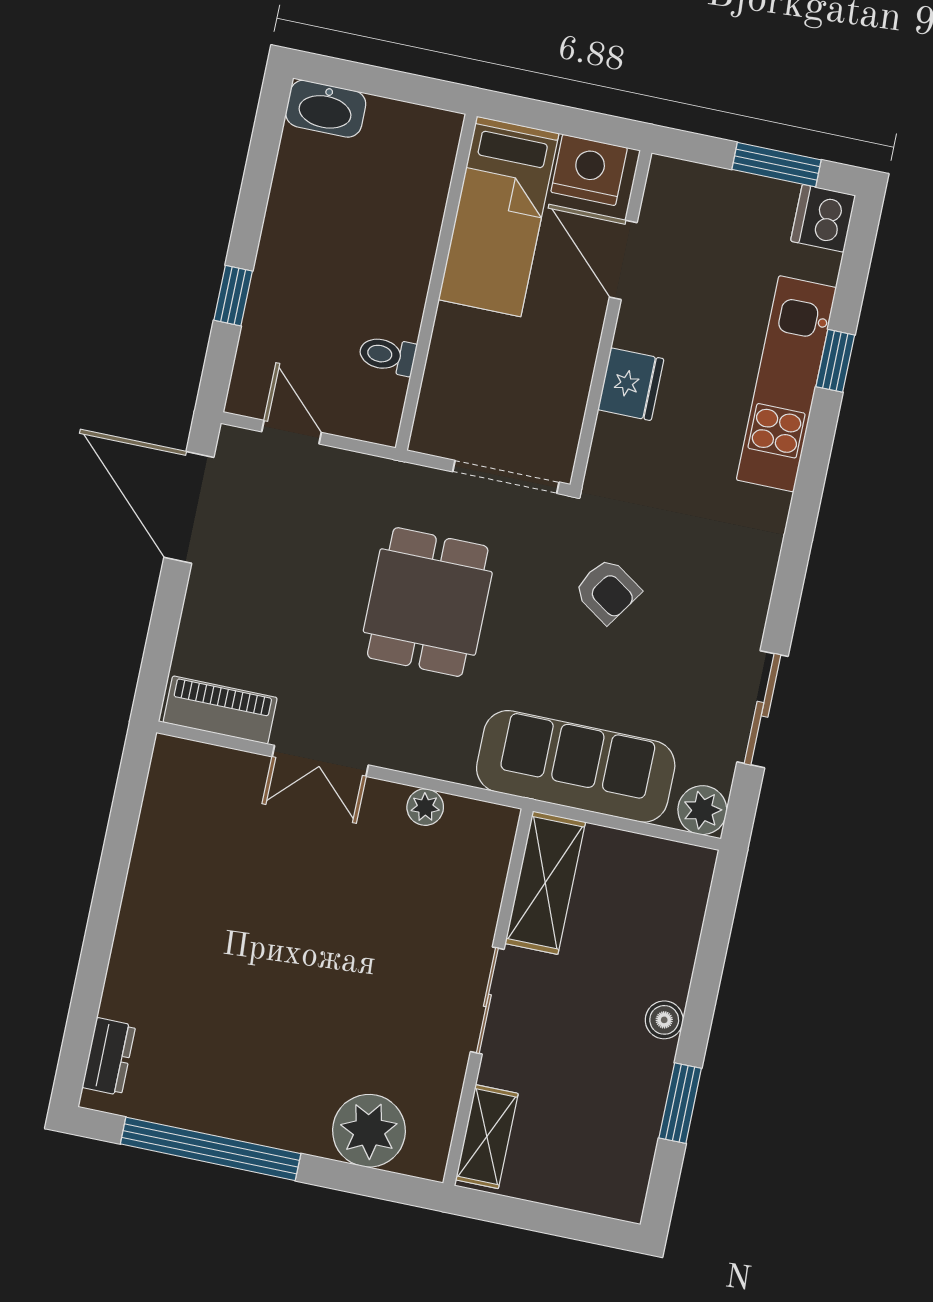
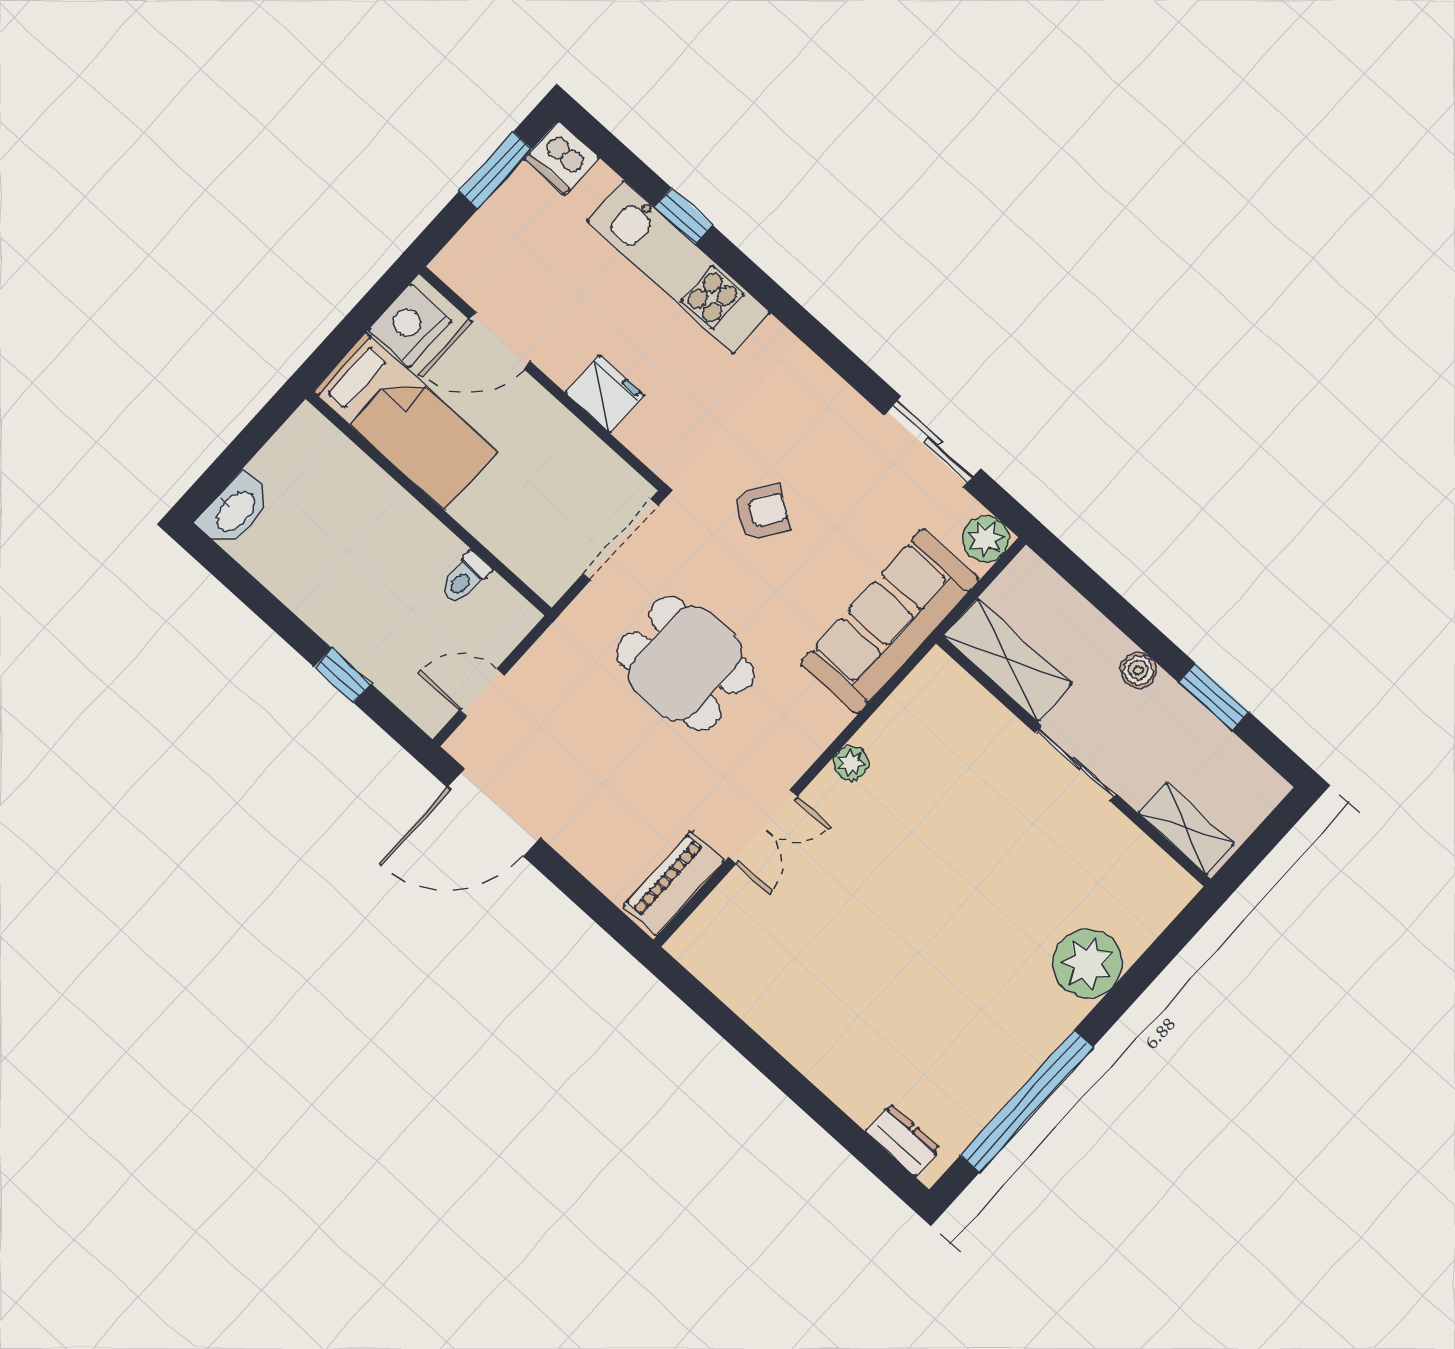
shelving: (545, 883) -> (1008, 660), moved
wall: (488, 997) -> (1073, 761), moved
sliding door: (487, 1000) -> (1076, 763), moved
shelving: (487, 1137) -> (1186, 829), moved

